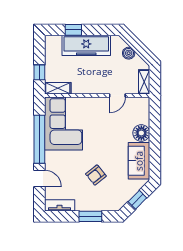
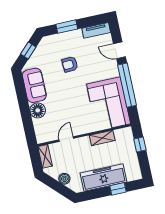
shelving: (58, 88) -> (102, 138), moved
armchair: (96, 175) -> (70, 64), turned -144

